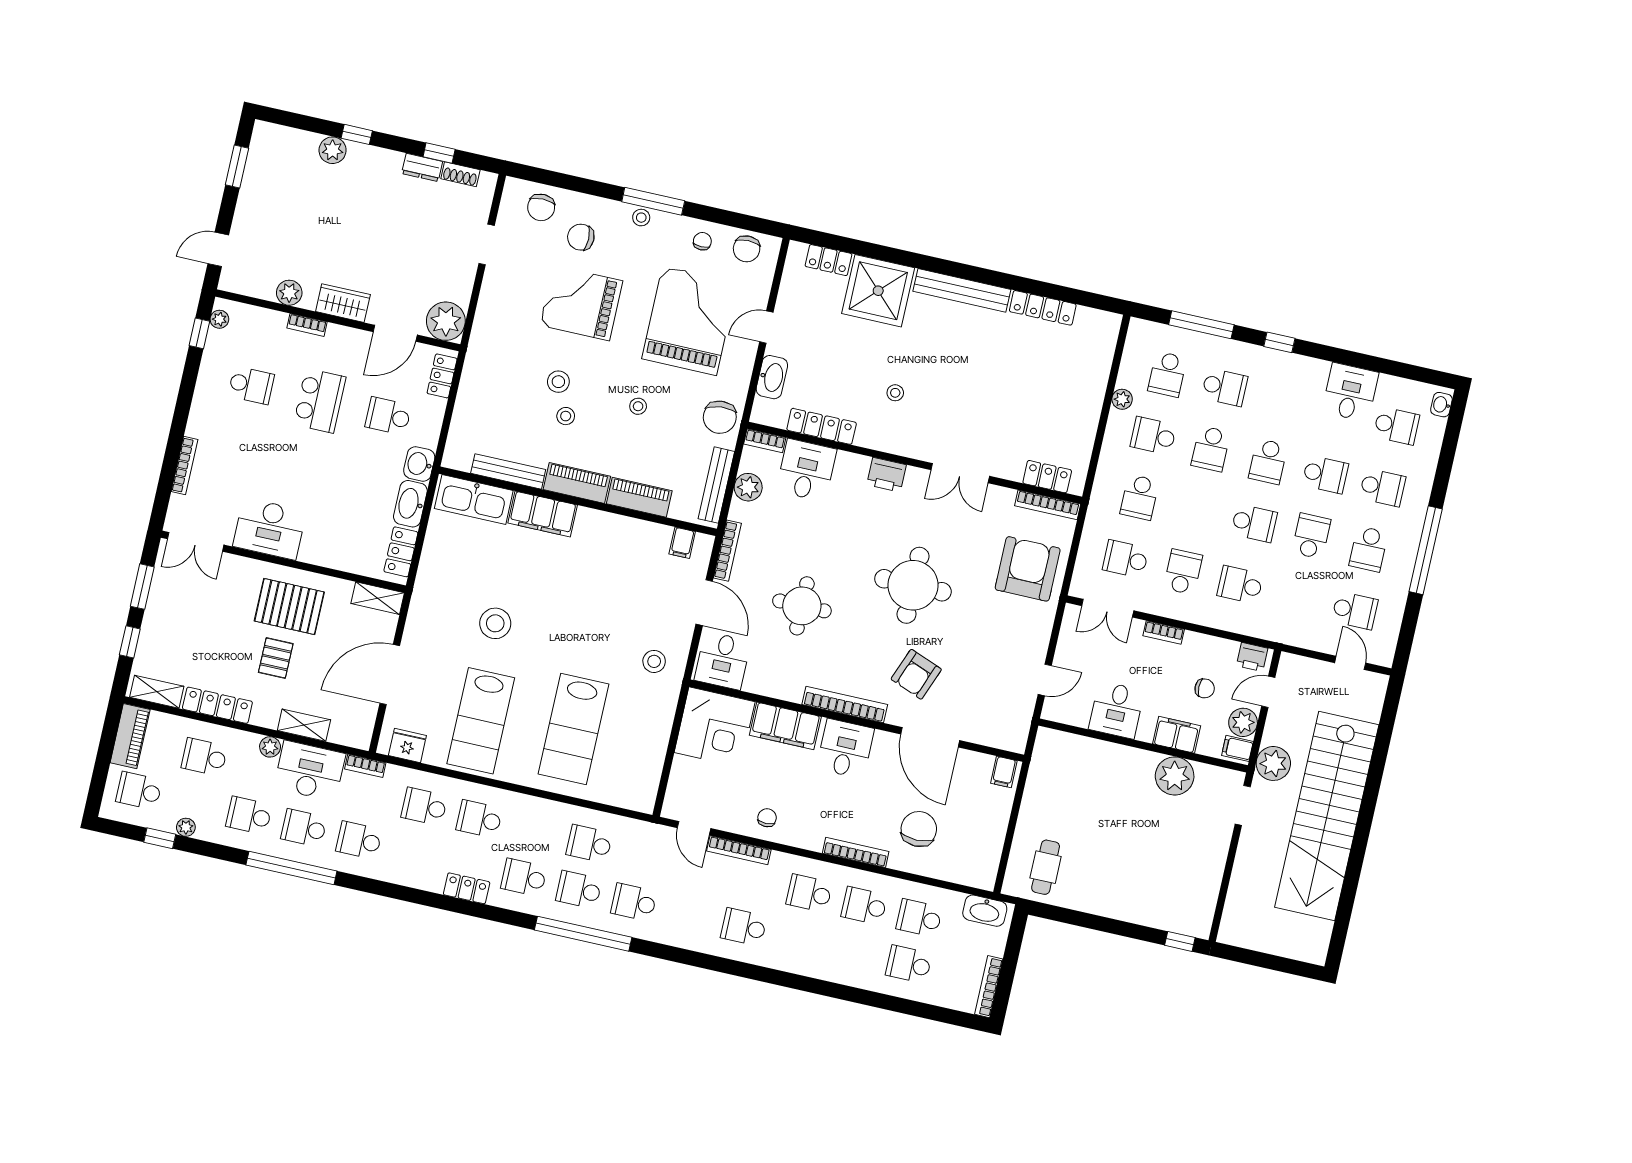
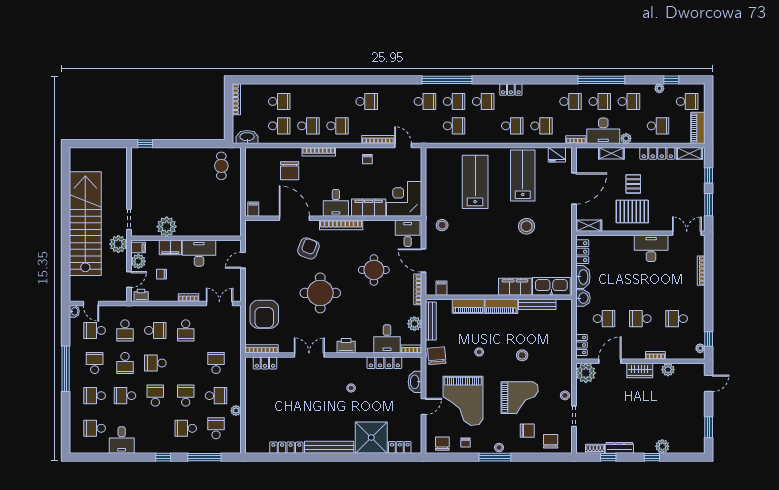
dresser: (422, 167) -> (619, 448), width x1.44
school desk: (320, 401) -> (640, 319), width x0.54
washbasin: (1441, 405) -> (74, 311), moved
stool: (566, 416) -> (565, 395), moved
school desk: (1126, 559) -> (125, 330), moved, turned 90
desk: (1117, 710) -> (199, 253), width x1.37

